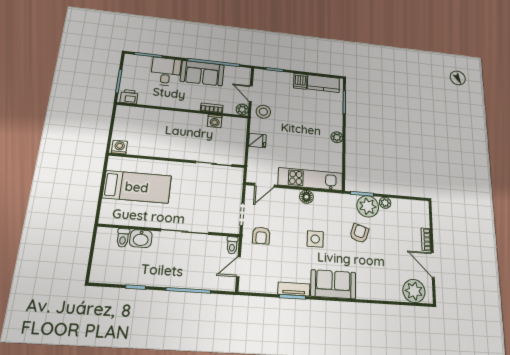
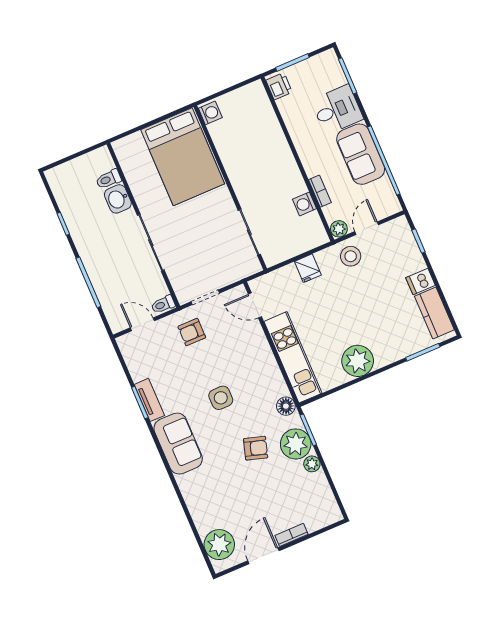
plant: (337, 137) -> (358, 361), width x1.88, depth x1.88
bed: (137, 187) -> (183, 157), width x1.50
floor lamp: (306, 197) -> (286, 406), moved

